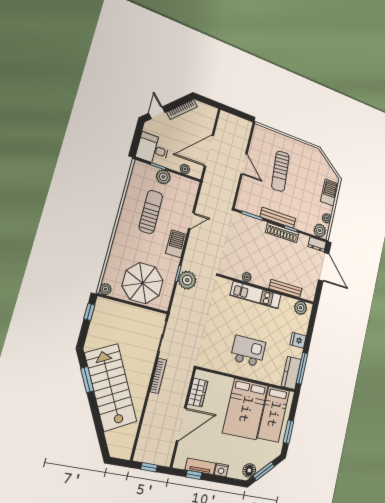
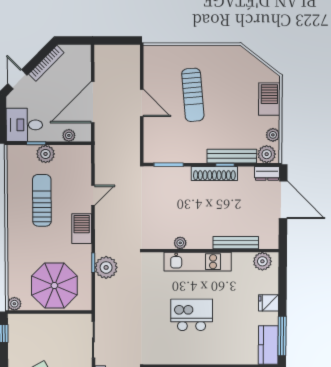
bench: (278, 218) -> (232, 156), moved
kitchen island: (248, 351) -> (192, 315), moved

